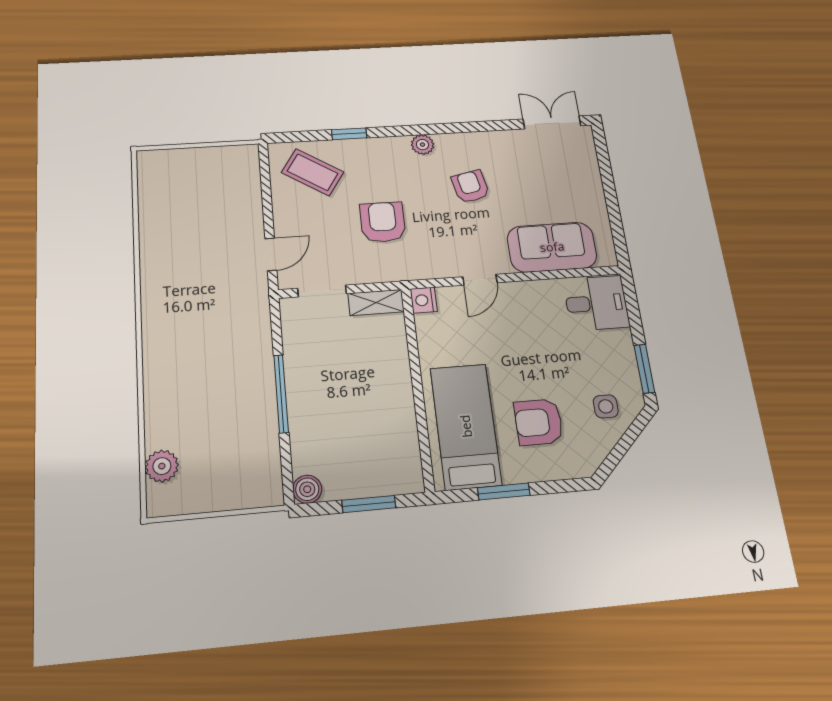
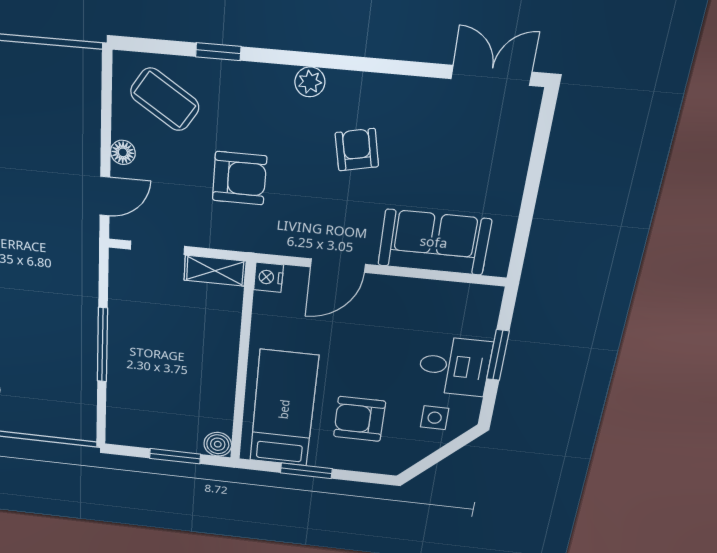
floor lamp: (283, 217) -> (123, 152), added
armchair: (383, 222) -> (240, 178), turned 90
door: (480, 280) -> (338, 266), width x1.38
desk: (596, 303) -> (454, 366), moved
window: (644, 369) -> (498, 355), moved
boiler: (307, 489) -> (218, 444), moved

